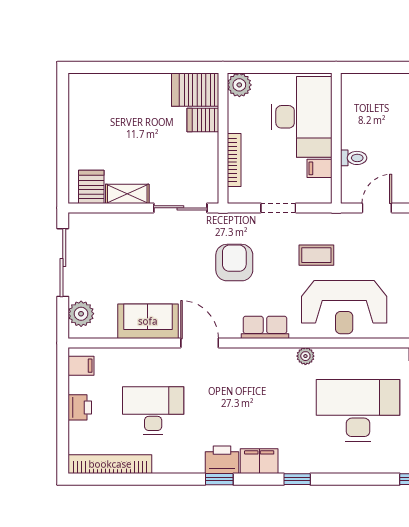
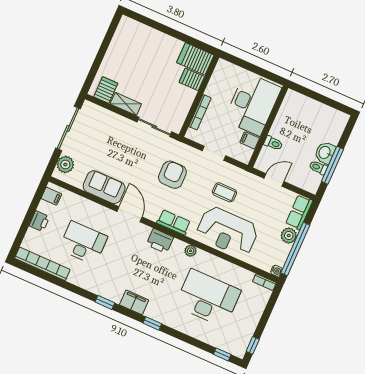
plant: (239, 85) -> (223, 68), removed
printer: (222, 460) -> (160, 241), moved, turned 180

